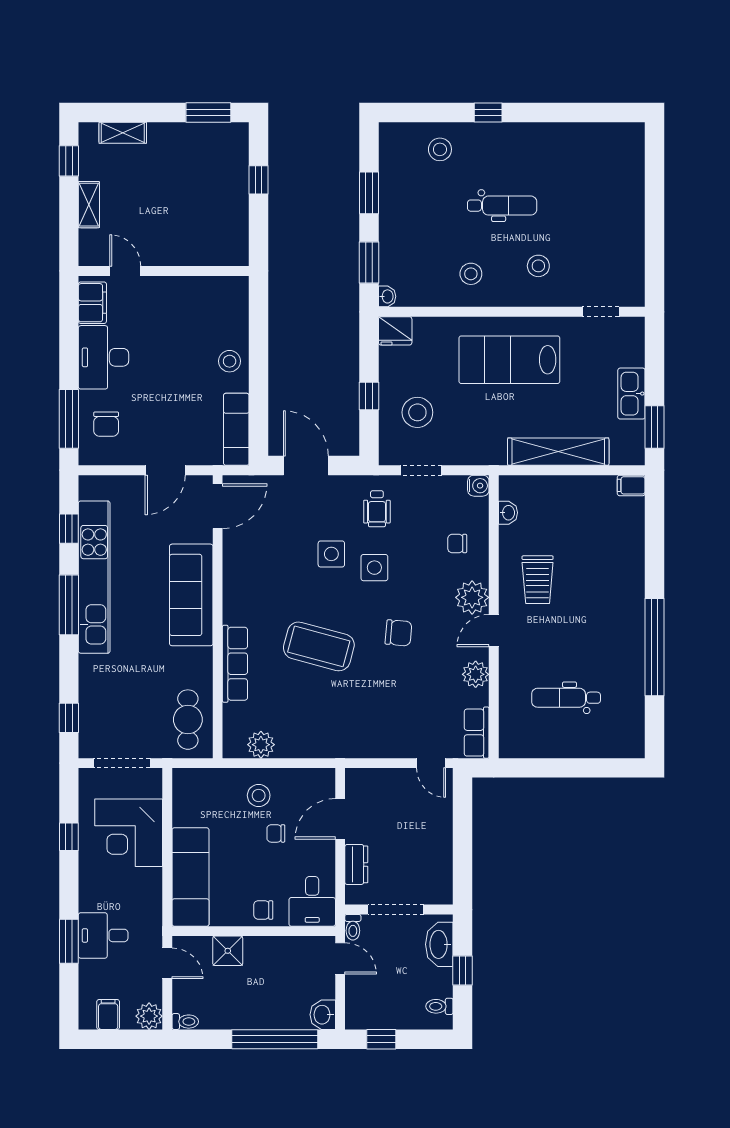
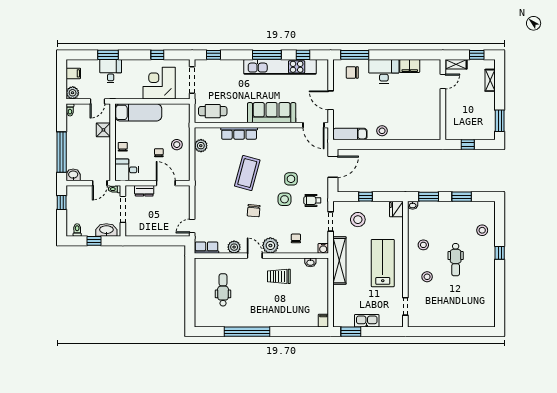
door: (125, 271) -> (443, 82), moved
wall: (164, 271) -> (443, 100), moved
shelving: (558, 452) -> (339, 261), moved

